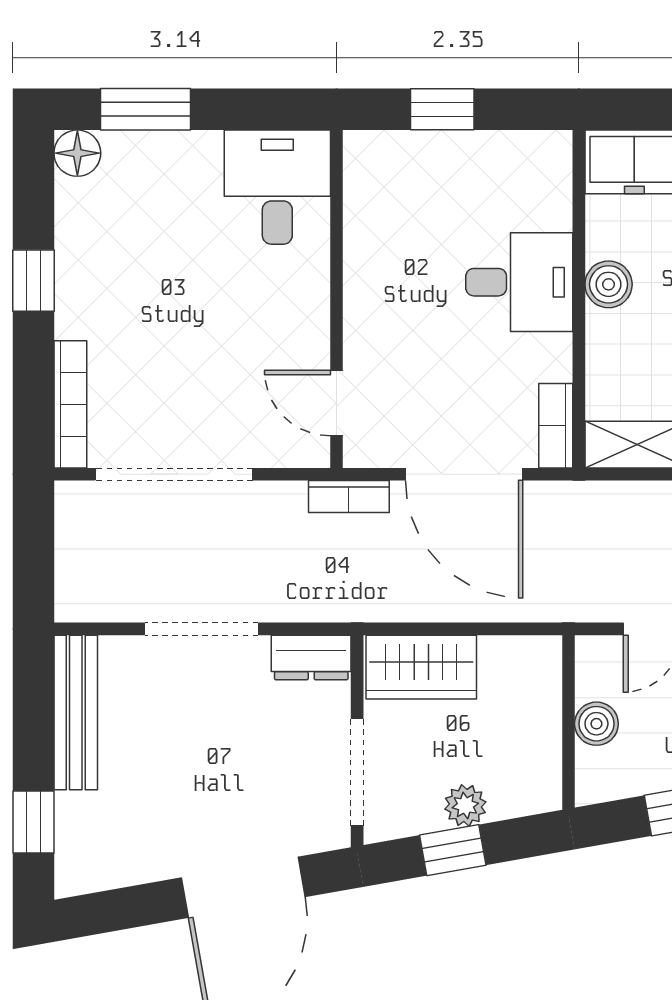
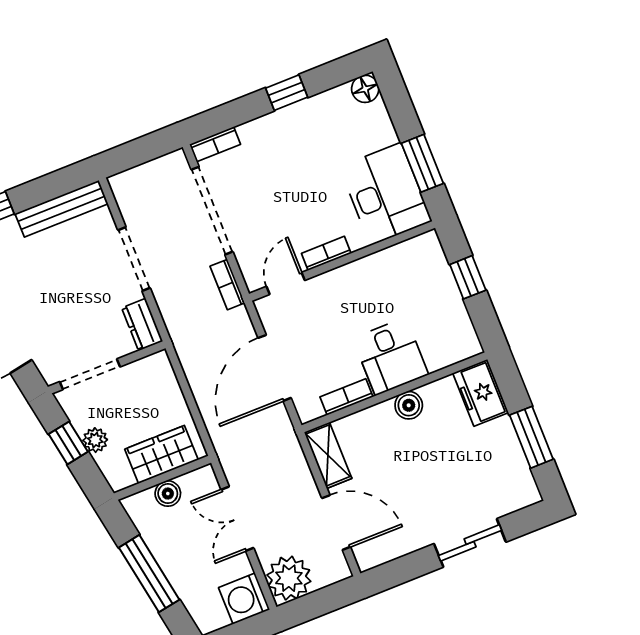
window: (146, 109) -> (422, 163), moved
desk: (277, 187) -> (386, 194), width x1.37
bookcase: (315, 319) -> (326, 253), added
bookcase: (70, 404) -> (215, 144), width x0.64
bookcase: (556, 426) -> (346, 397), moved
bookcase: (349, 497) -> (227, 285), moved
wardrobe: (421, 667) -> (161, 455), moved, turned 90

